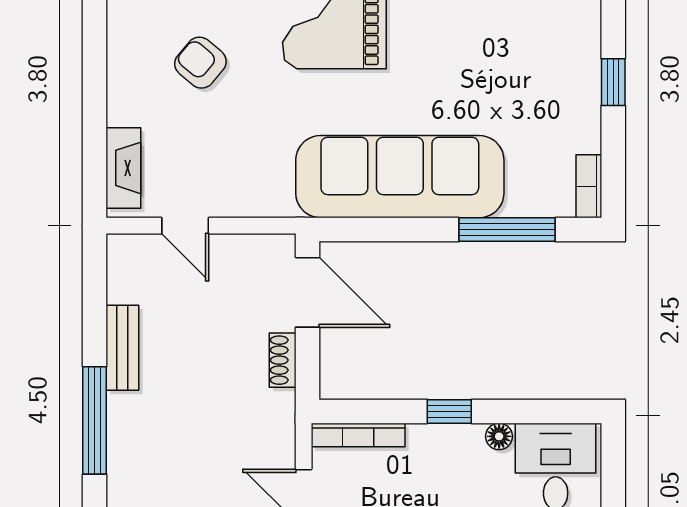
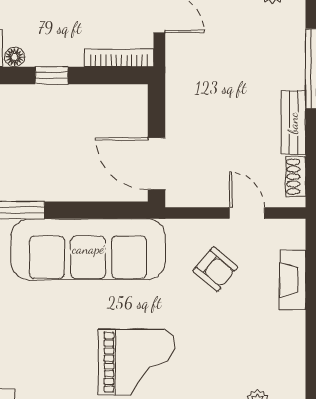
armchair: (200, 63) -> (215, 269), moved
fireplace: (123, 168) -> (293, 280), moved
shoe rack: (283, 360) -> (296, 177), moved, turned 180

